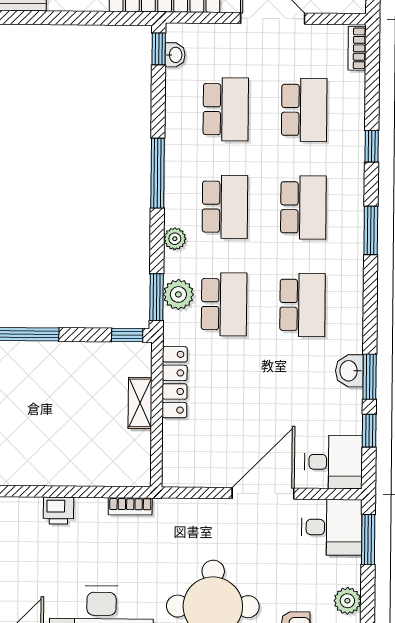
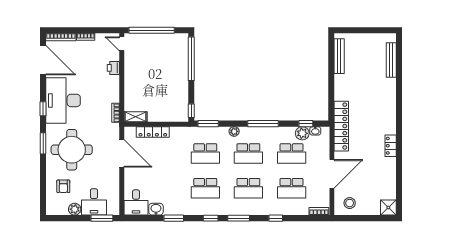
window: (159, 49) -> (306, 124), moved
plant: (178, 294) -> (302, 133), moved
washbasin: (349, 371) -> (156, 209), moved
locker: (175, 382) -> (153, 132), moved
shelving: (140, 403) -> (136, 117), moved
window: (369, 431) -> (211, 218), moved
door: (263, 493) -> (122, 153), moved
printer: (58, 511) -> (113, 68), moved
desk: (332, 527) -> (94, 202), moved

